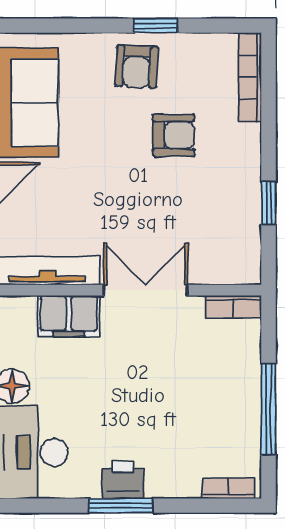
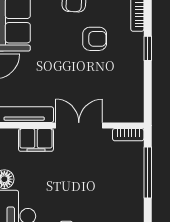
window: (268, 203) -> (148, 48), moved
window: (268, 409) -> (148, 173), moved

